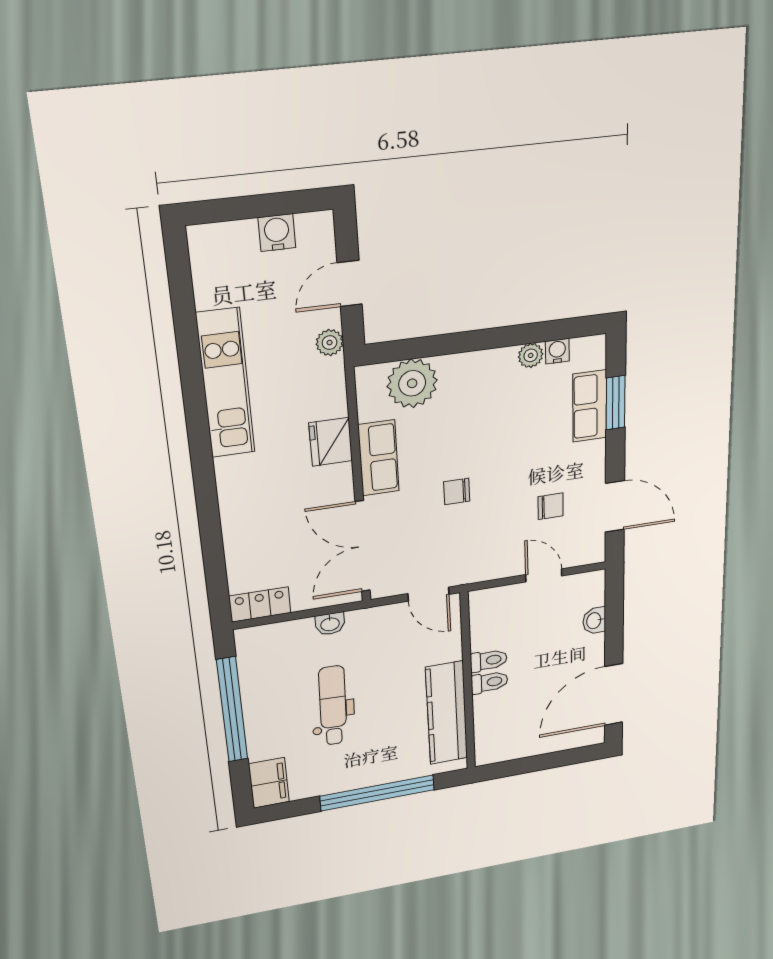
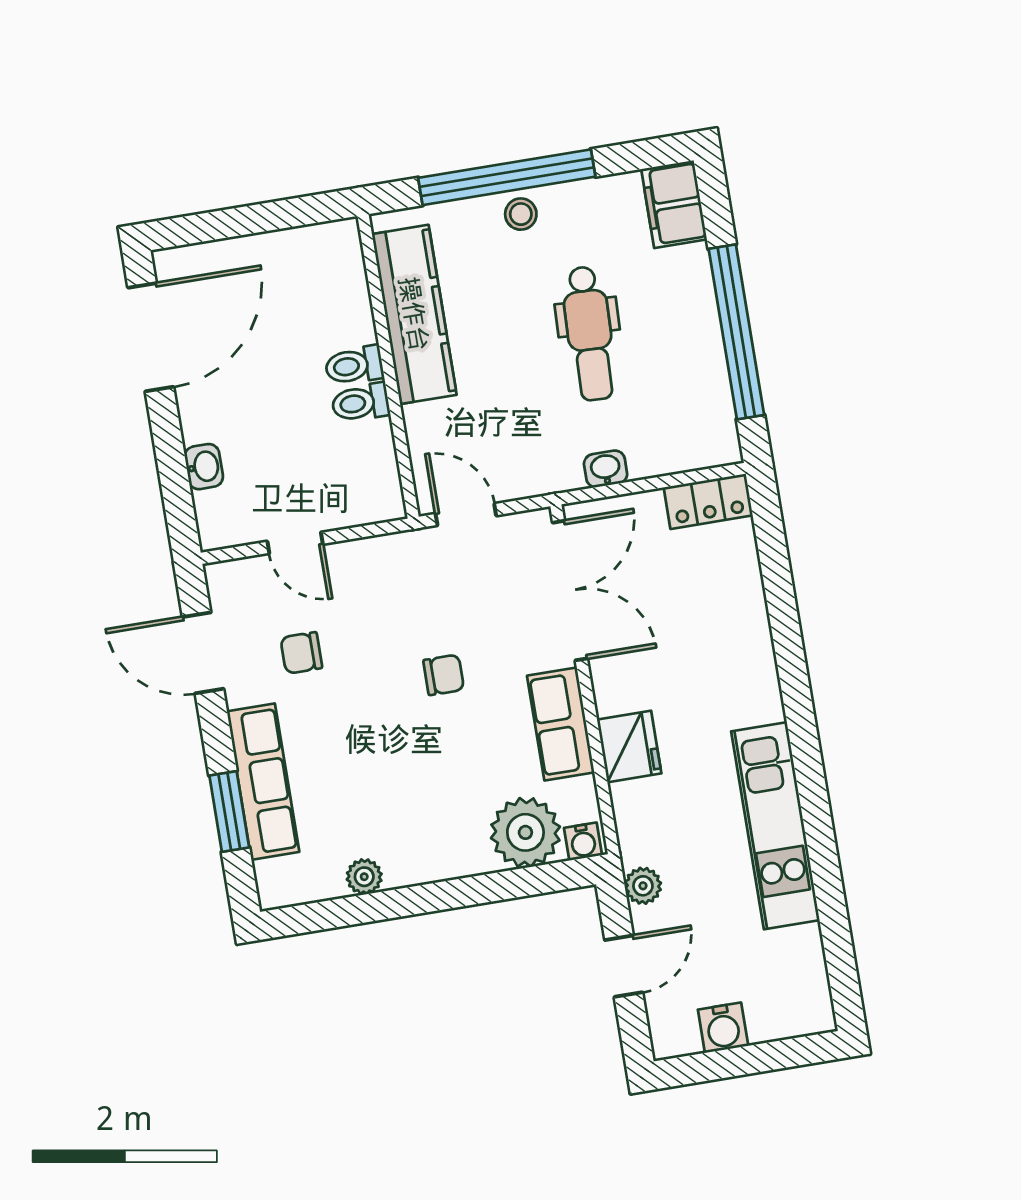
water cooler: (557, 351) -> (583, 842), moved
row of seats: (590, 406) -> (263, 782), width x1.48
stool: (371, 773) -> (521, 214), added

